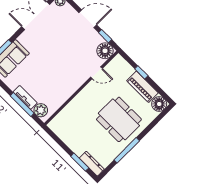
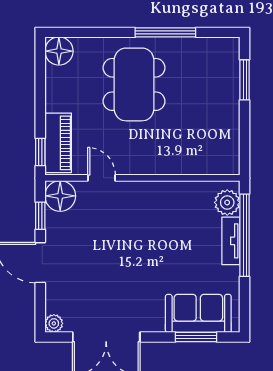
window: (141, 72) -> (40, 152), moved
piano: (143, 87) -> (58, 143), moved
window: (22, 104) -> (245, 235), width x1.46
dresser: (92, 164) -> (230, 61), removed

